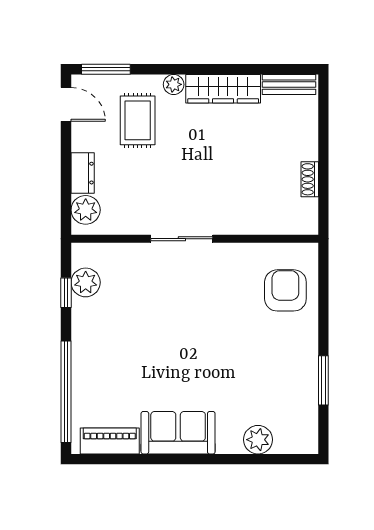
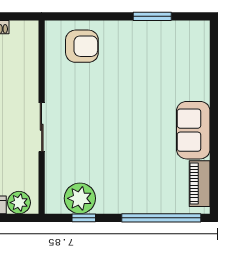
plant: (86, 282) -> (80, 198), width x1.36, depth x1.36
armchair: (285, 290) -> (82, 46), turned 180
plant: (258, 440) -> (199, 68), removed

